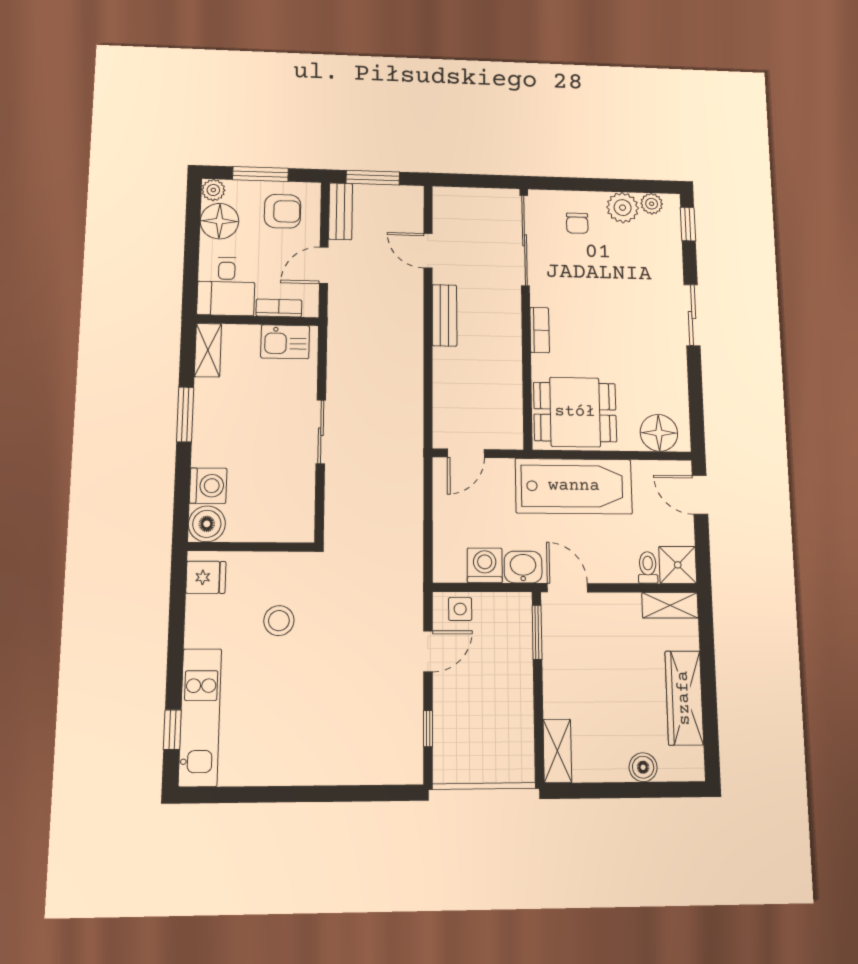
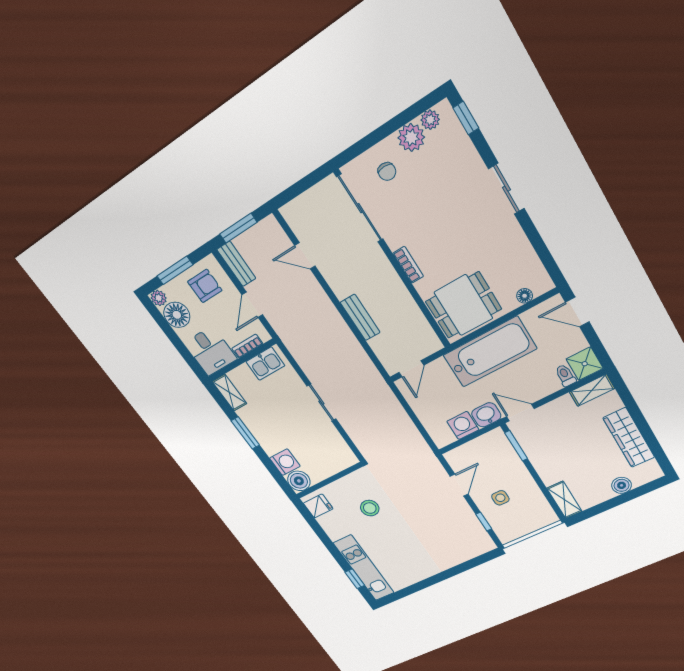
bench: (445, 315) -> (360, 317), moved
floor lamp: (659, 433) -> (525, 296), width x0.53, depth x0.53
side table: (460, 609) -> (500, 498), moved

